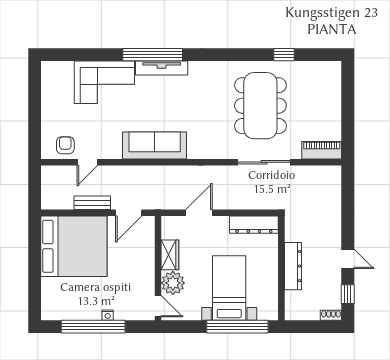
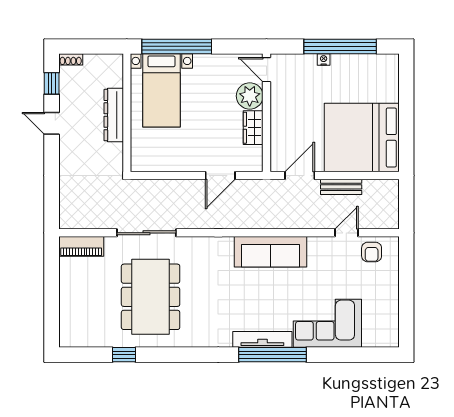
dresser: (254, 225) -> (158, 162), removed
bed with nightstands: (229, 288) -> (161, 90), moved

